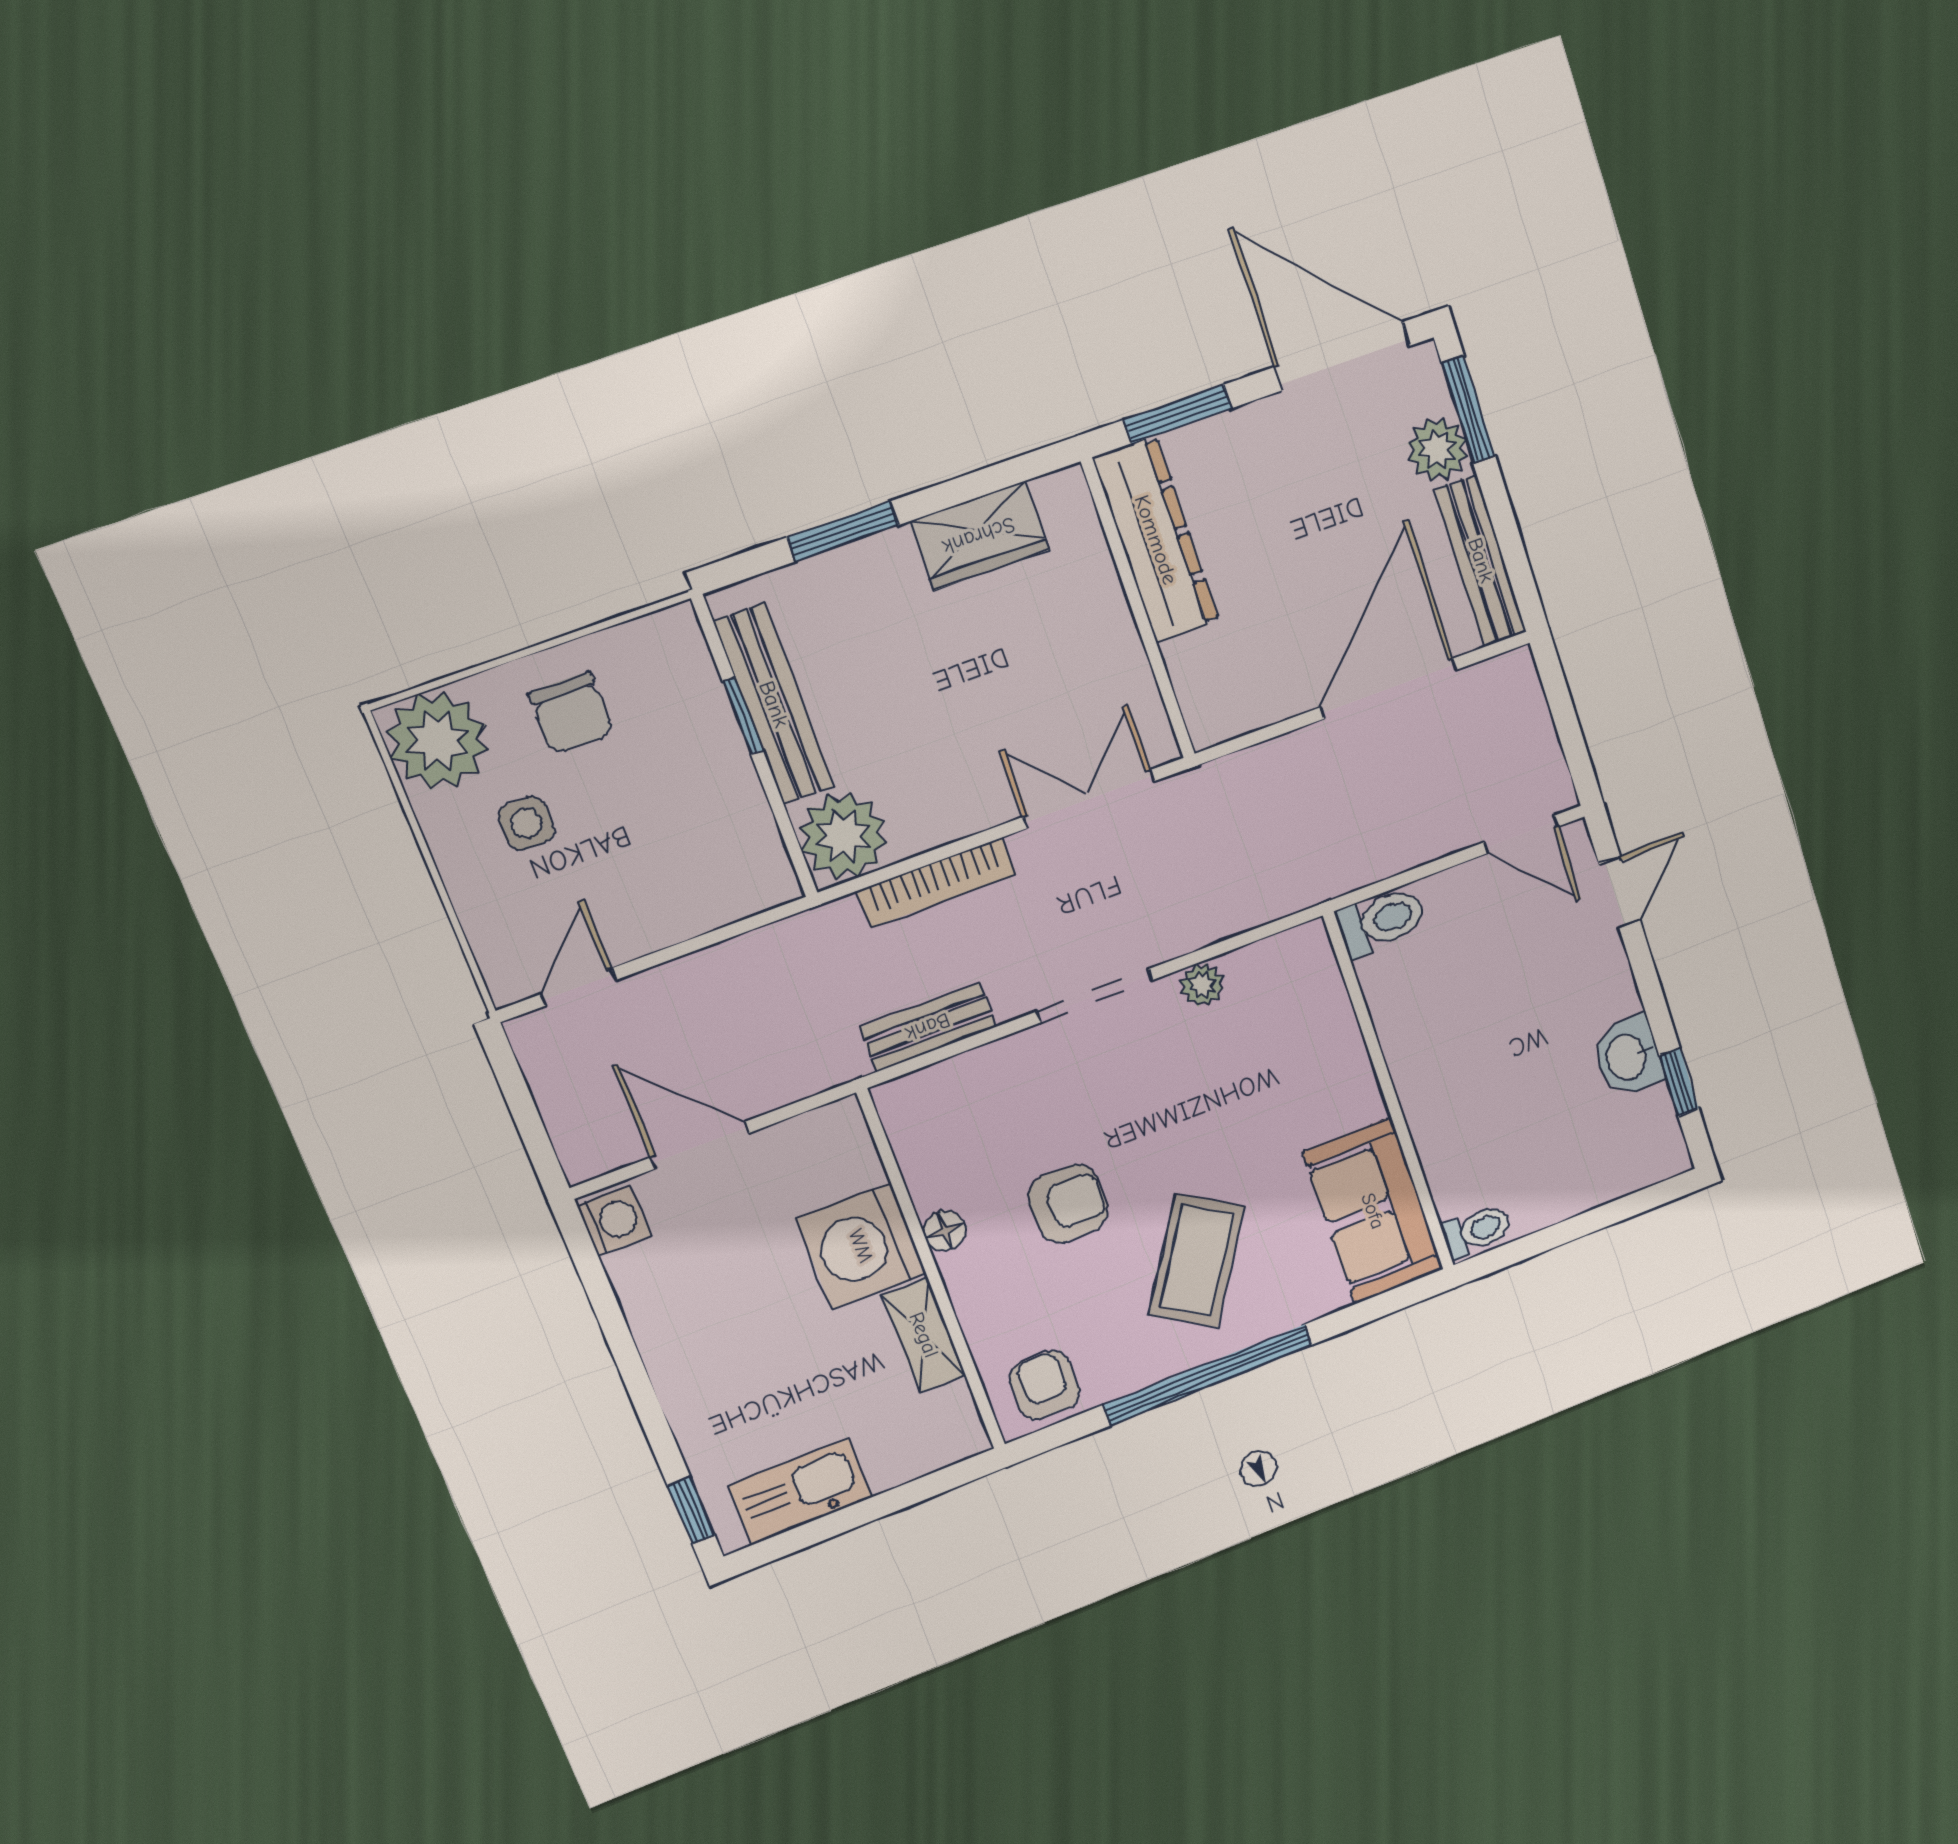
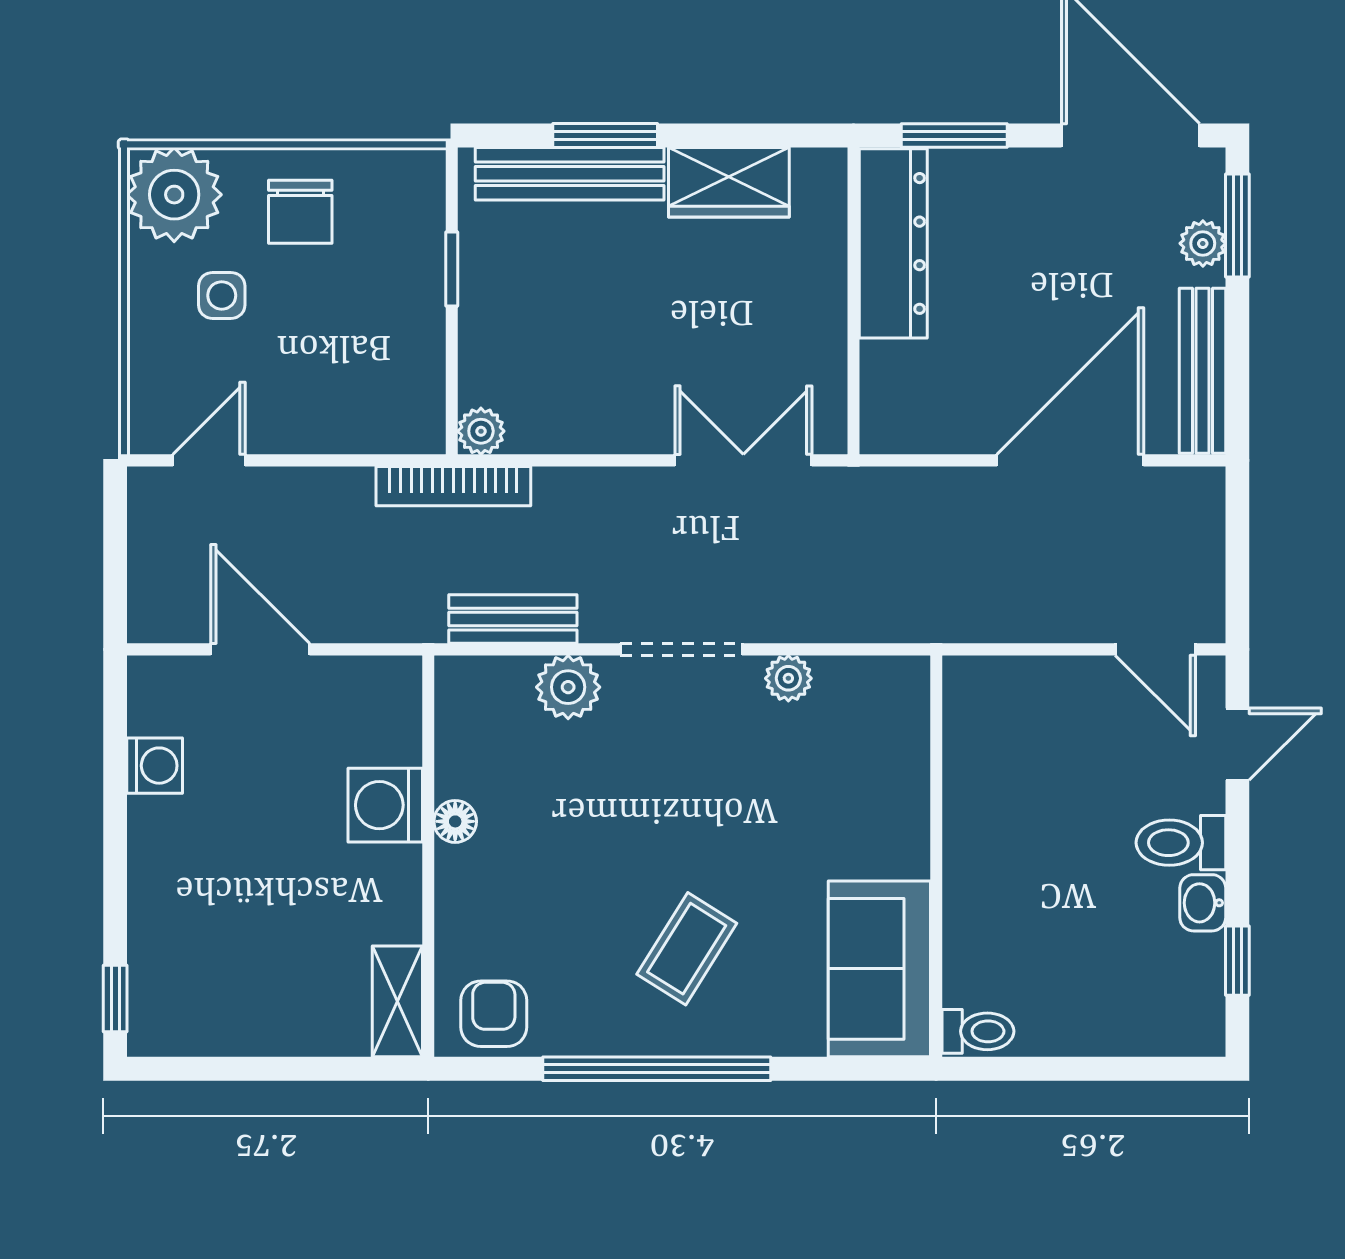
plant: (1437, 449) -> (1203, 243), width x0.73, depth x0.73
bench: (774, 704) -> (570, 174), moved, turned 90
plant: (843, 836) -> (481, 431), width x0.53, depth x0.53
bookcase: (937, 883) -> (453, 486), moved
toilet: (1382, 921) -> (1181, 843), moved, turned 180
washbasin: (1628, 1056) -> (1203, 903), width x0.72, depth x0.69
plant: (1003, 1070) -> (568, 687), added
armchair: (1068, 1203) -> (582, 842), removed
washing machine: (614, 1221) -> (155, 766), moved
washing machine: (861, 1246) -> (385, 805), width x0.73, depth x0.73
coffee table: (1197, 1261) -> (687, 949), width x0.73, depth x0.77
shelving: (924, 1335) -> (397, 1001), moved
kitchen sink: (800, 1491) -> (223, 1023), removed

